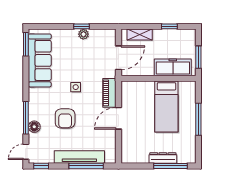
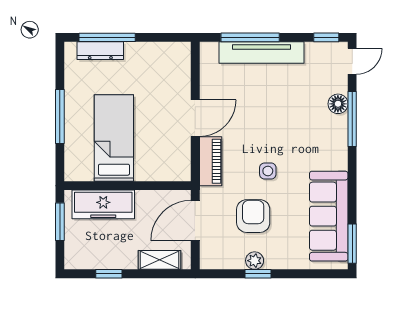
armchair: (65, 118) -> (253, 216), moved
dresser: (163, 158) -> (100, 51), moved

